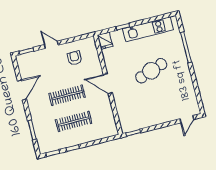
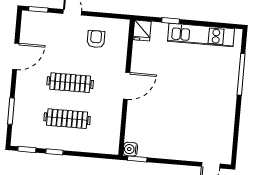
cafe table: (151, 71) -> (187, 89), removed
door: (108, 84) -> (127, 86), swing flipped
water cooler: (126, 128) -> (130, 149), added

